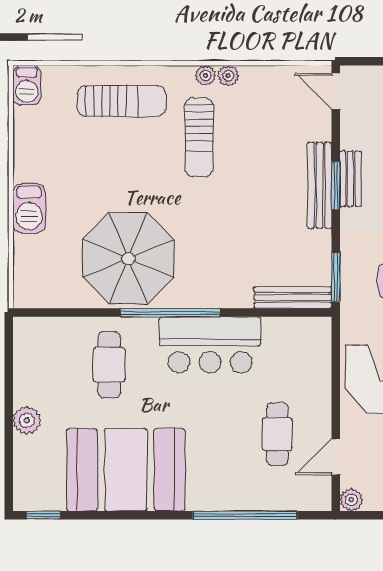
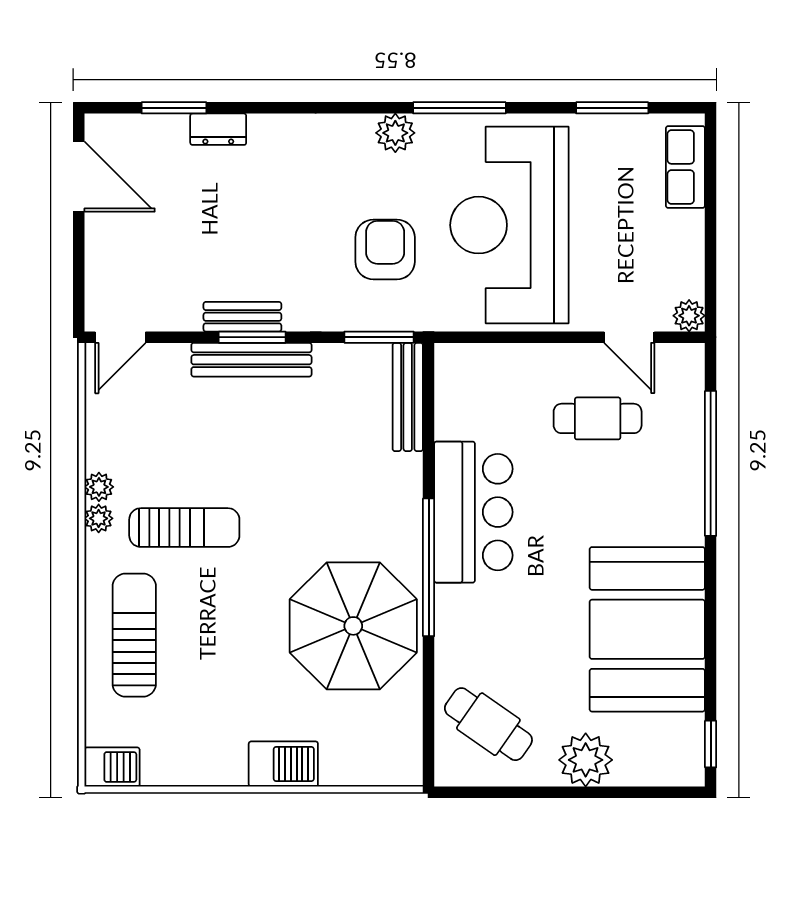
cafe table: (109, 365) -> (488, 724), moved, turned 35
plant: (27, 420) -> (586, 760), width x1.36, depth x1.36

